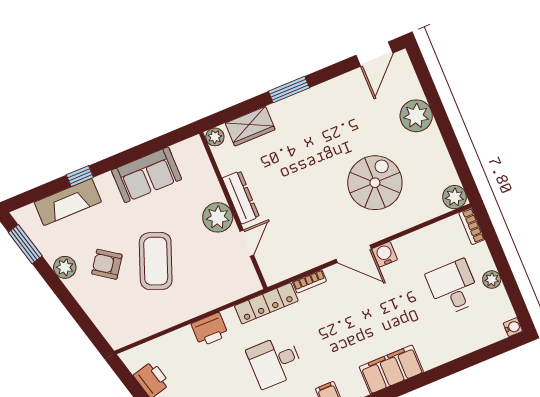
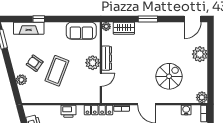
sofa: (147, 175) -> (81, 31), moved
water cooler: (385, 254) -> (186, 110), moved
plant: (65, 267) -> (21, 80), moved

